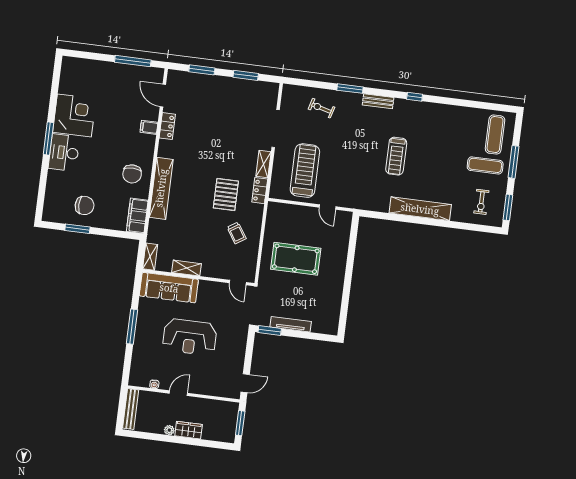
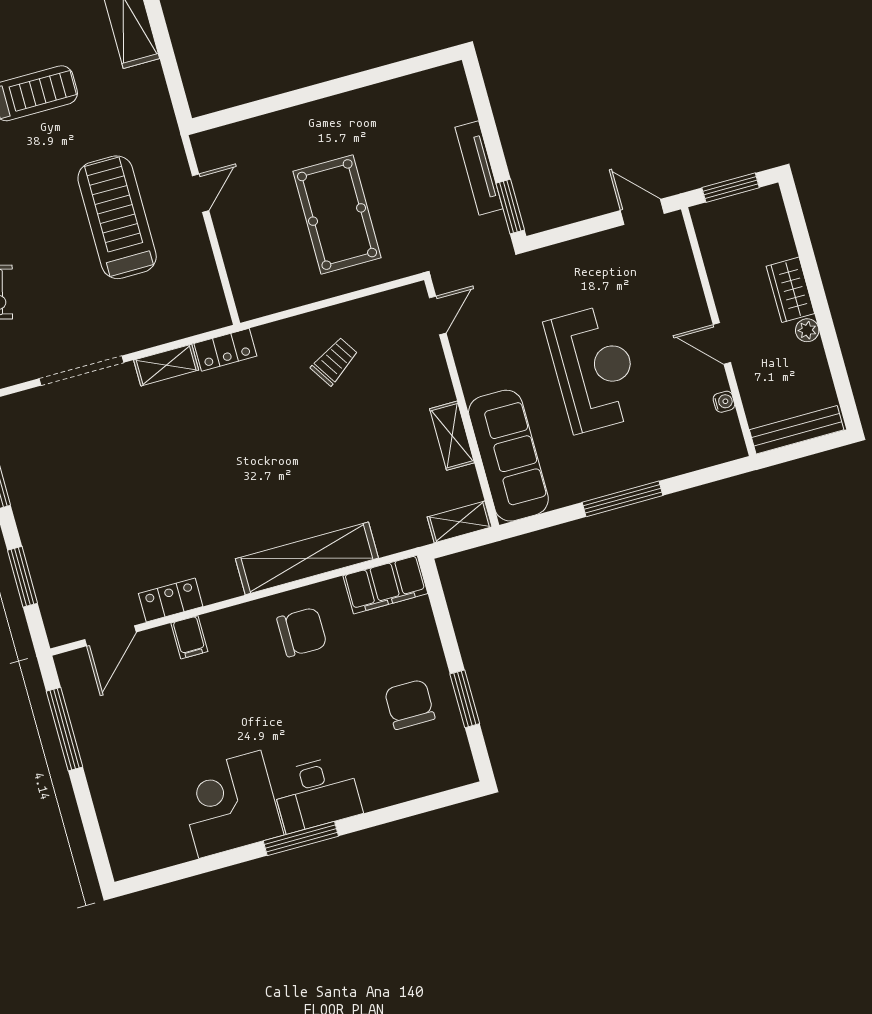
treadmill: (305, 171) -> (117, 217), moved, turned 90
pallet: (226, 195) -> (263, 417), removed

